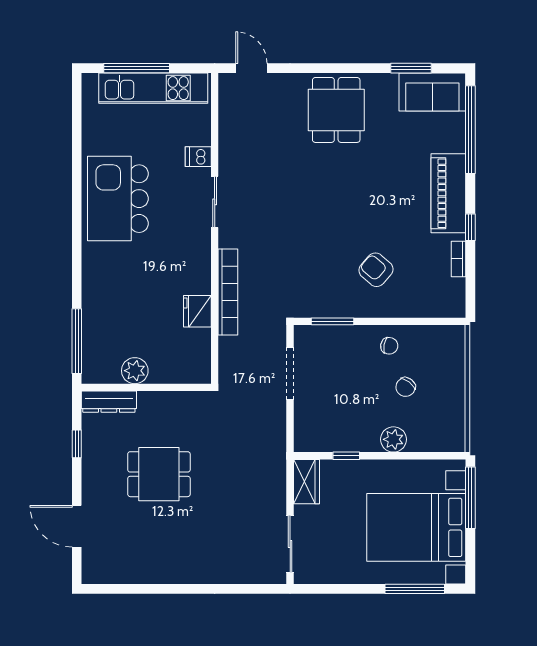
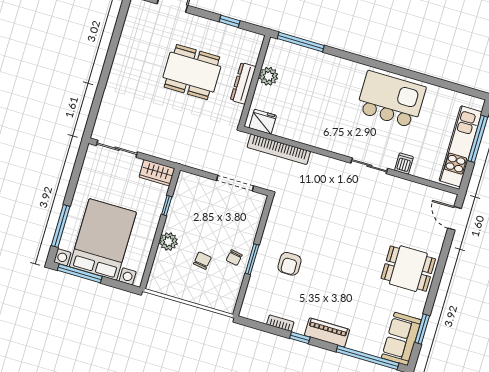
door: (251, 68) -> (455, 218), swing flipped
piano: (448, 193) -> (327, 332), width x0.73, depth x0.75
armchair: (376, 270) -> (290, 264), turned 139
bookcase: (228, 292) -> (279, 149), moved
fridge: (197, 311) -> (263, 122), moved
window: (332, 321) -> (252, 259), moved
chair: (406, 387) -> (202, 261), turned 60
dresser: (109, 402) -> (243, 83), moved
dining table: (159, 474) -> (192, 72), width x1.37
window: (470, 498) -> (80, 273), moved

